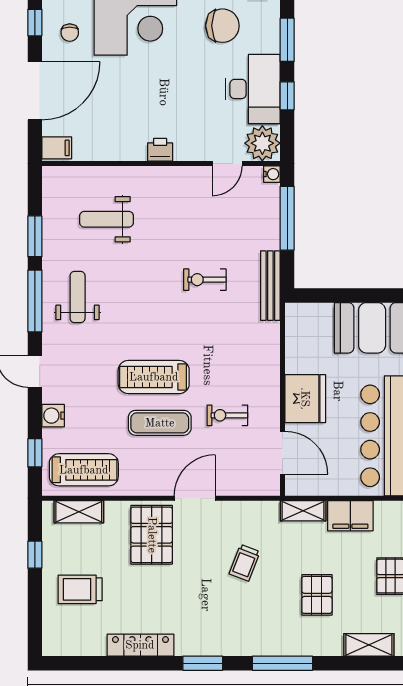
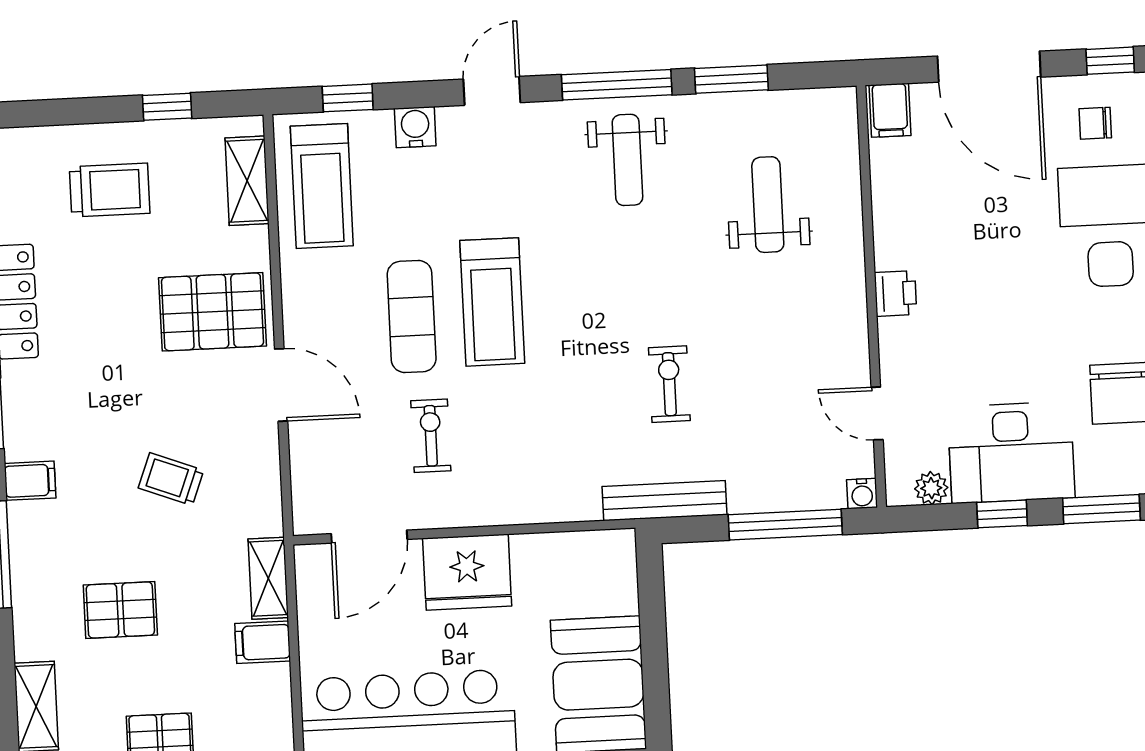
plant: (262, 143) -> (931, 488), width x0.53, depth x0.53
weight bench: (78, 297) -> (627, 160), turned 90
treadmill: (154, 377) -> (492, 302), turned 180
filing cabinet: (350, 516) -> (263, 642), width x0.50
trolley: (80, 589) -> (110, 190), turned 90
filing cabinet: (242, 642) -> (30, 481), added

